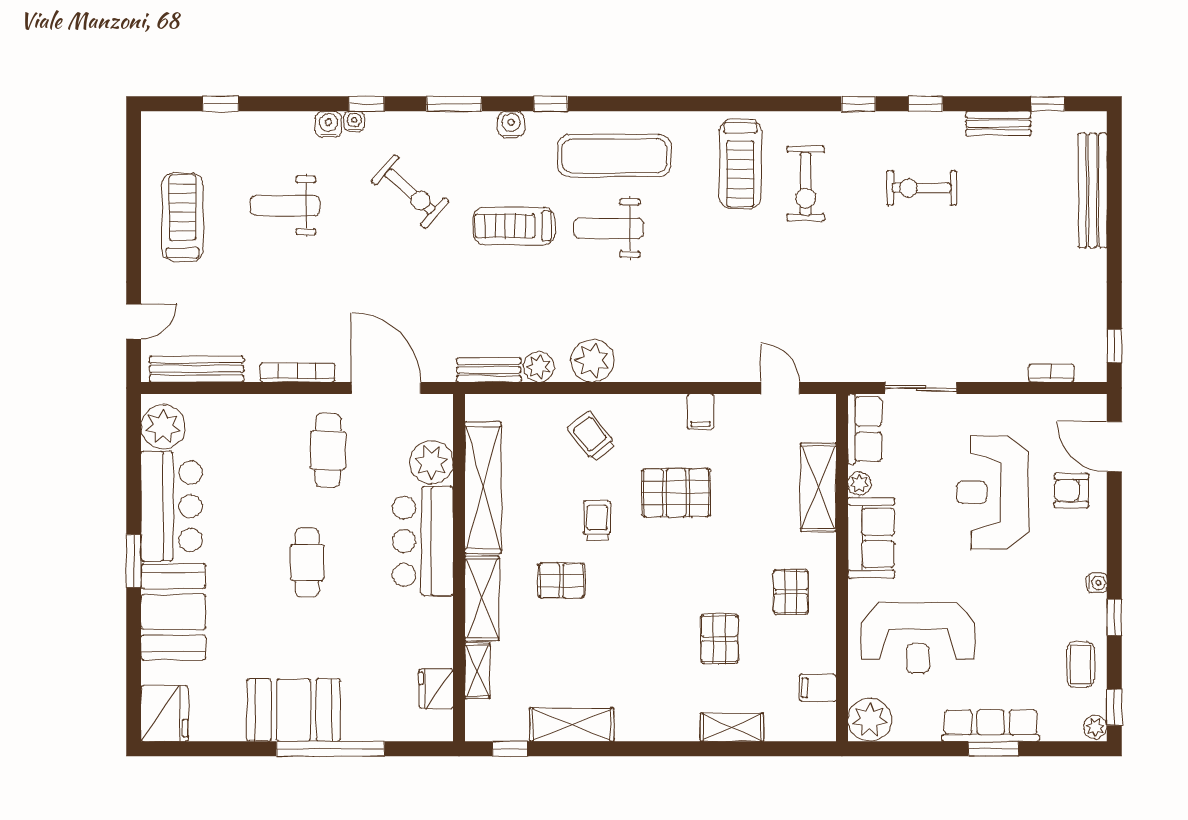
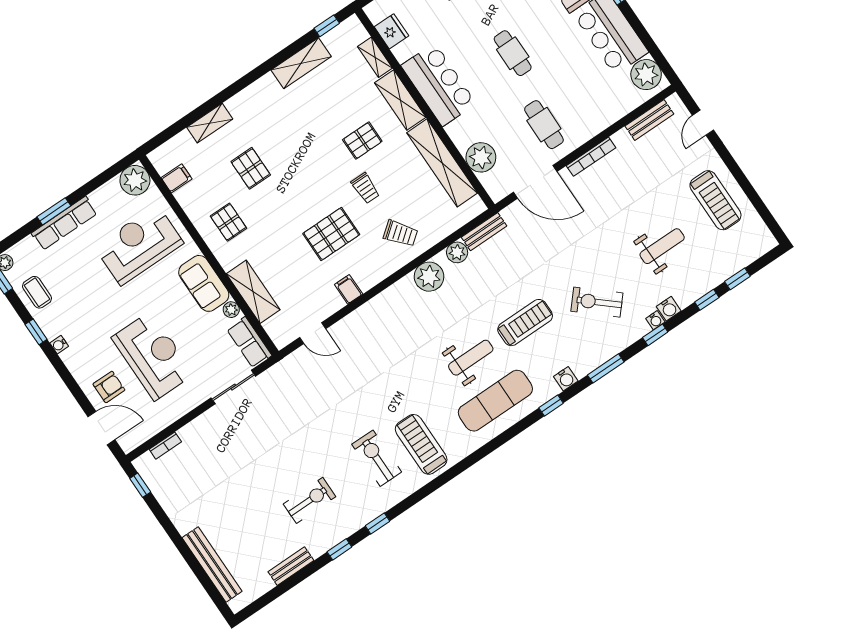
window: (1048, 104) -> (707, 300), moved
bench: (196, 369) -> (649, 120), width x0.73
bar counter: (423, 541) -> (439, 85), moved

